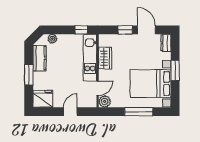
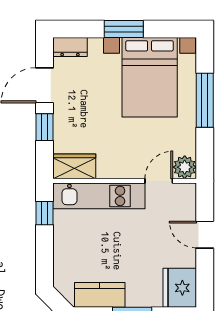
plant: (52, 39) -> (62, 270), removed
wardrobe: (105, 58) -> (74, 166), moved
door: (98, 88) -> (159, 181), hinge flipped

